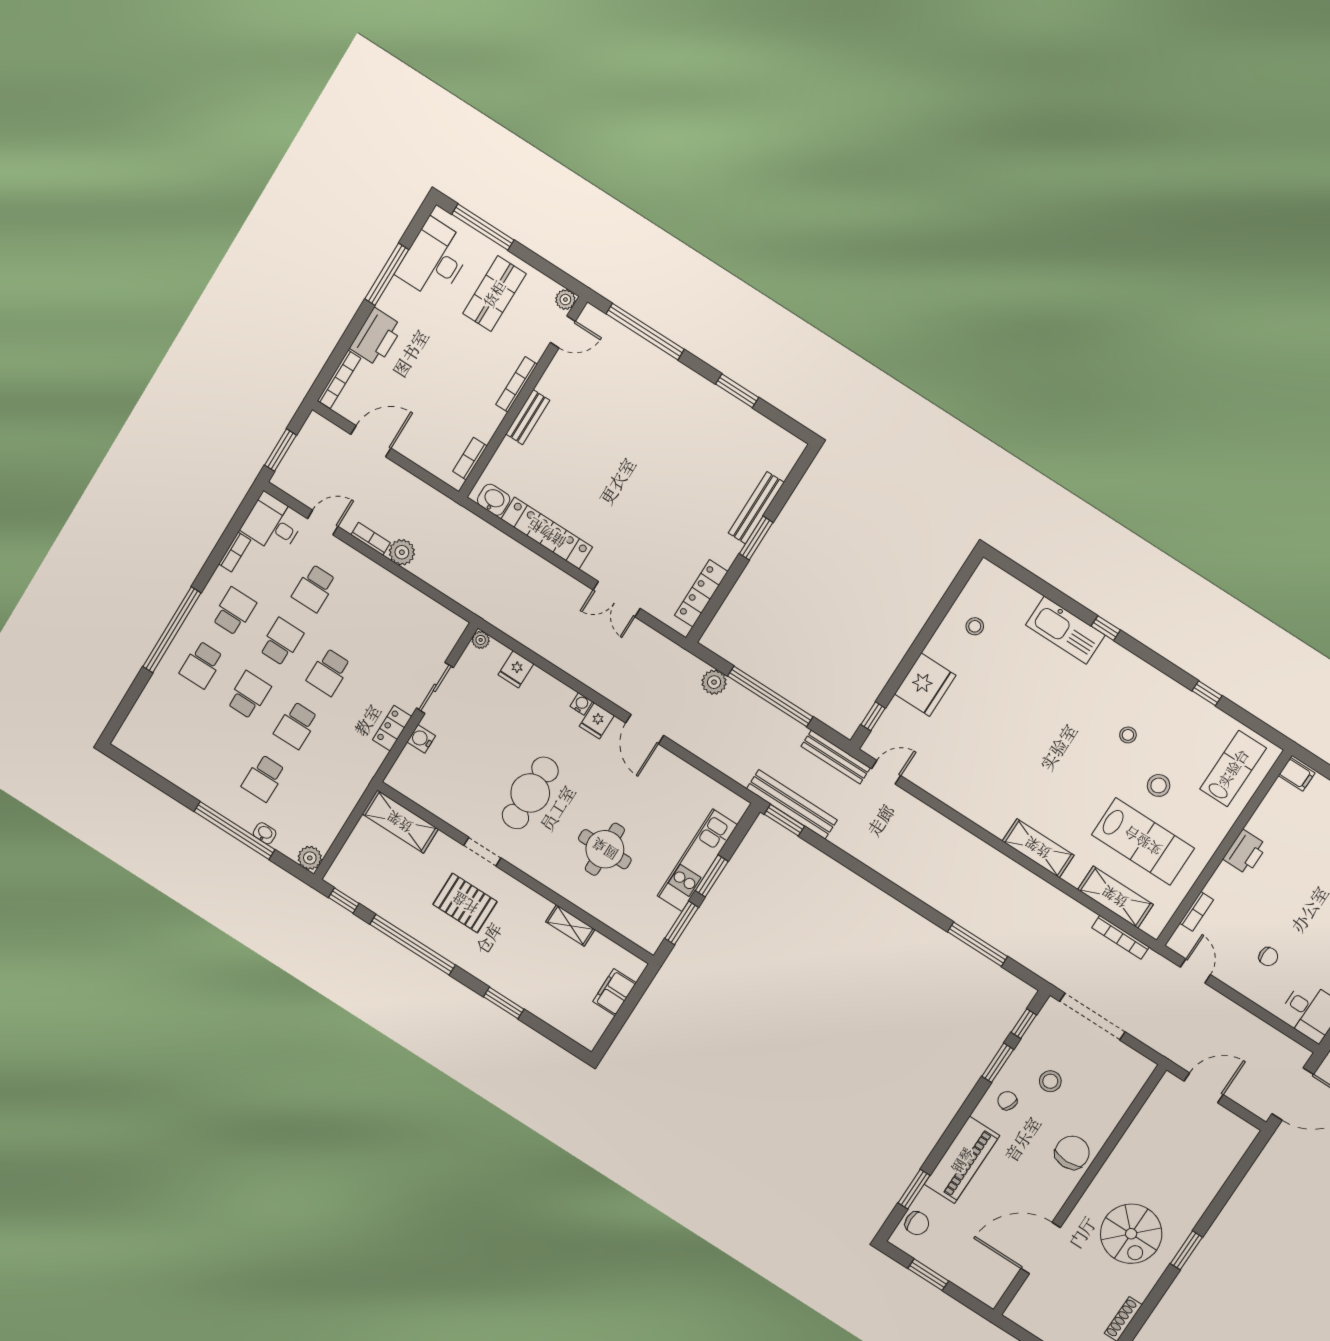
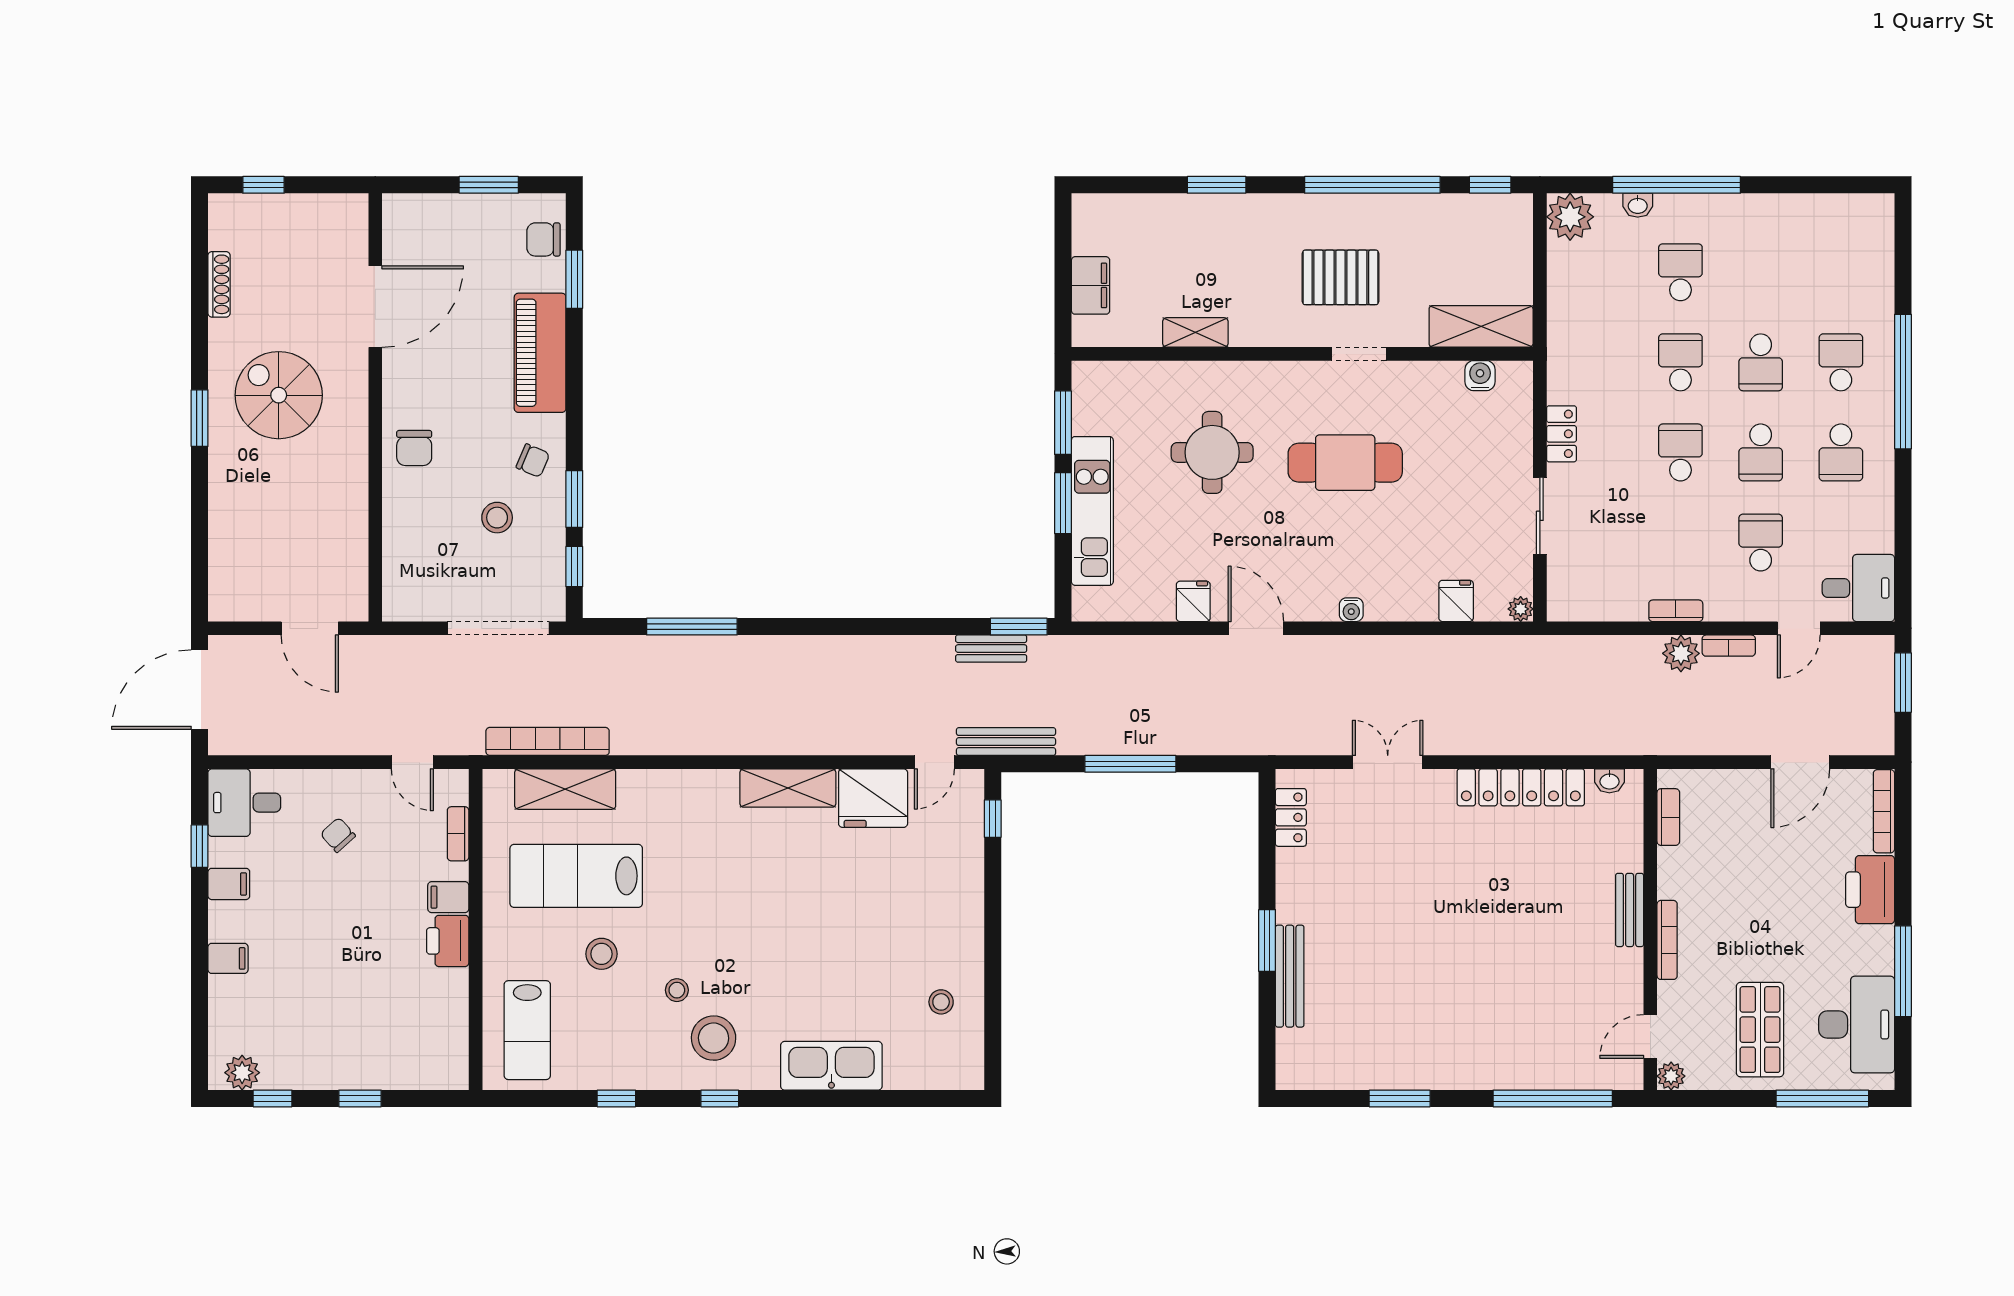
washbasin: (494, 500) -> (1609, 781), width x0.72, depth x0.69
bookcase: (235, 552) -> (1676, 611), moved, turned 90
locker: (701, 593) -> (1291, 817), width x0.66
window: (1106, 628) -> (720, 1098), moved
plant: (714, 682) -> (1208, 738), removed
fridge: (925, 685) -> (873, 798), moved, turned -90
stool: (1125, 692) -> (714, 1038), added
window: (770, 696) -> (1130, 764), width x0.68
fridge: (597, 721) -> (1193, 601), moved
water cooler: (421, 739) -> (1480, 376), moved, turned -90
filing cabinet: (1297, 774) -> (448, 897), moved
cafe table: (530, 793) -> (1345, 463), turned 90
bench: (792, 804) -> (991, 649), width x0.54, depth x0.82
shelving: (1038, 848) -> (788, 788), moved
plant: (310, 858) -> (1570, 217), width x1.36, depth x1.36
bookcase: (1120, 937) -> (548, 741), width x1.48, depth x1.31
chair: (1268, 957) -> (338, 835), turned 48
door: (1204, 1088) -> (310, 628), hinge flipped
chair: (1072, 1153) -> (414, 448), width x0.73, depth x0.73

